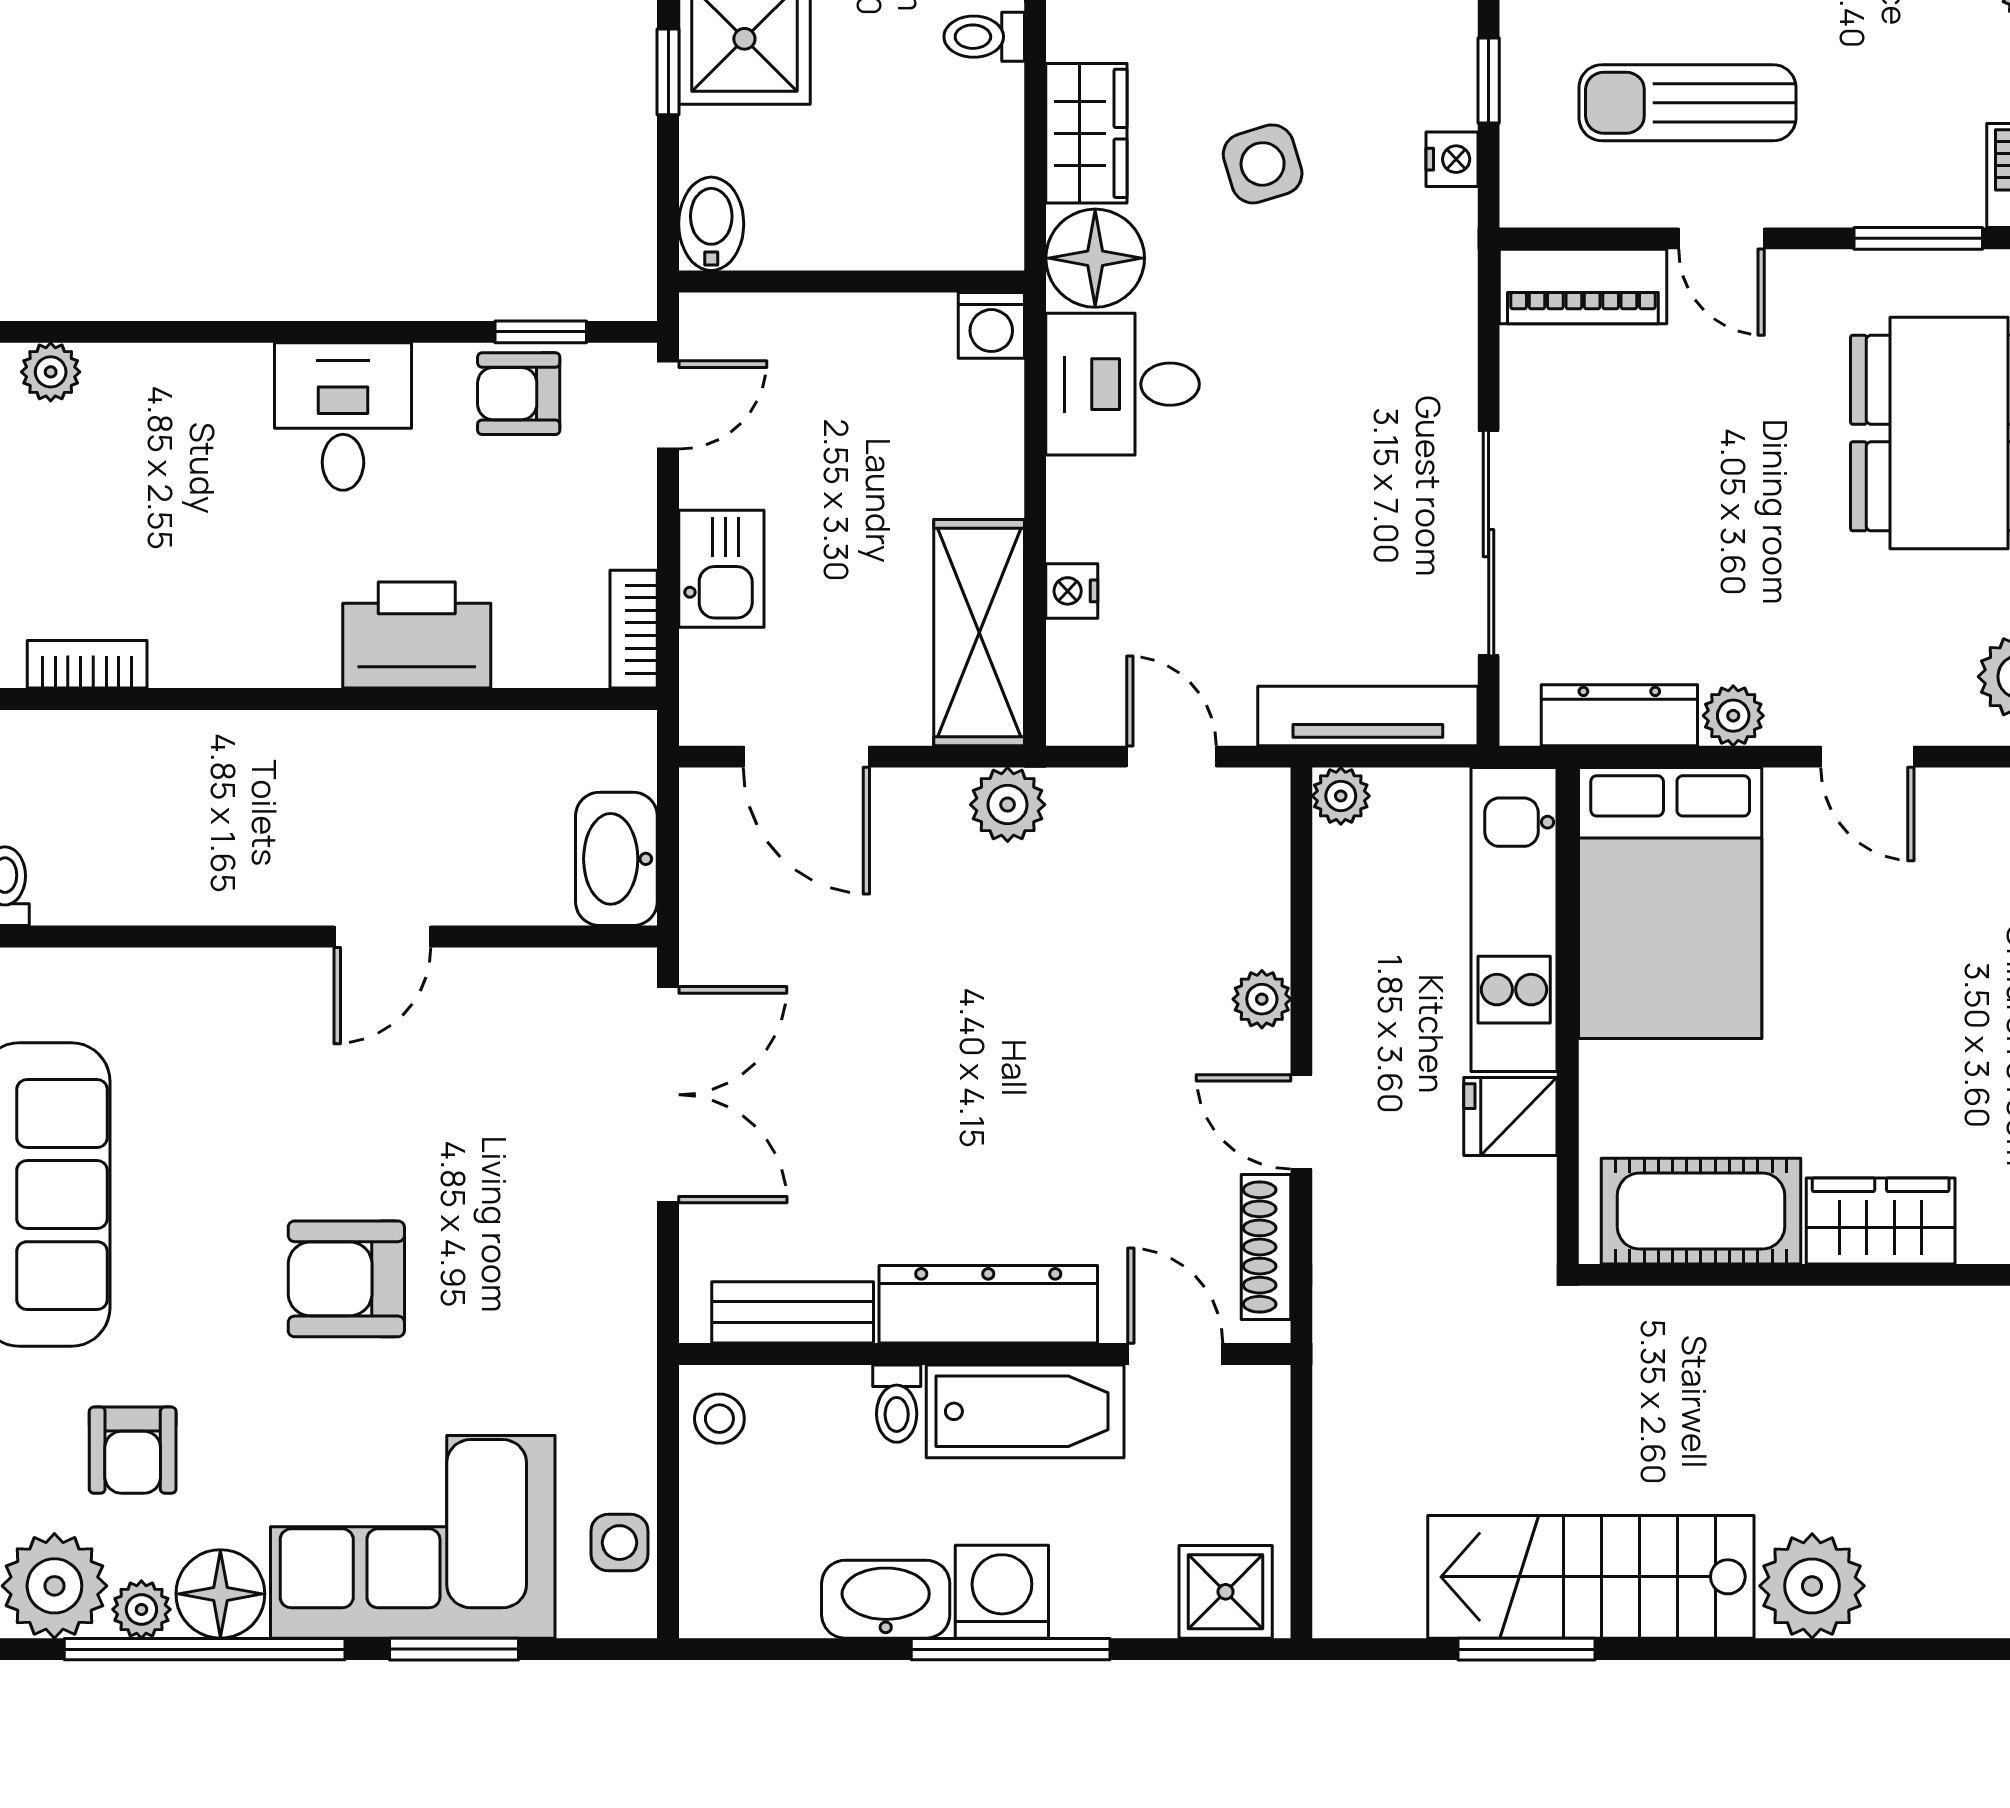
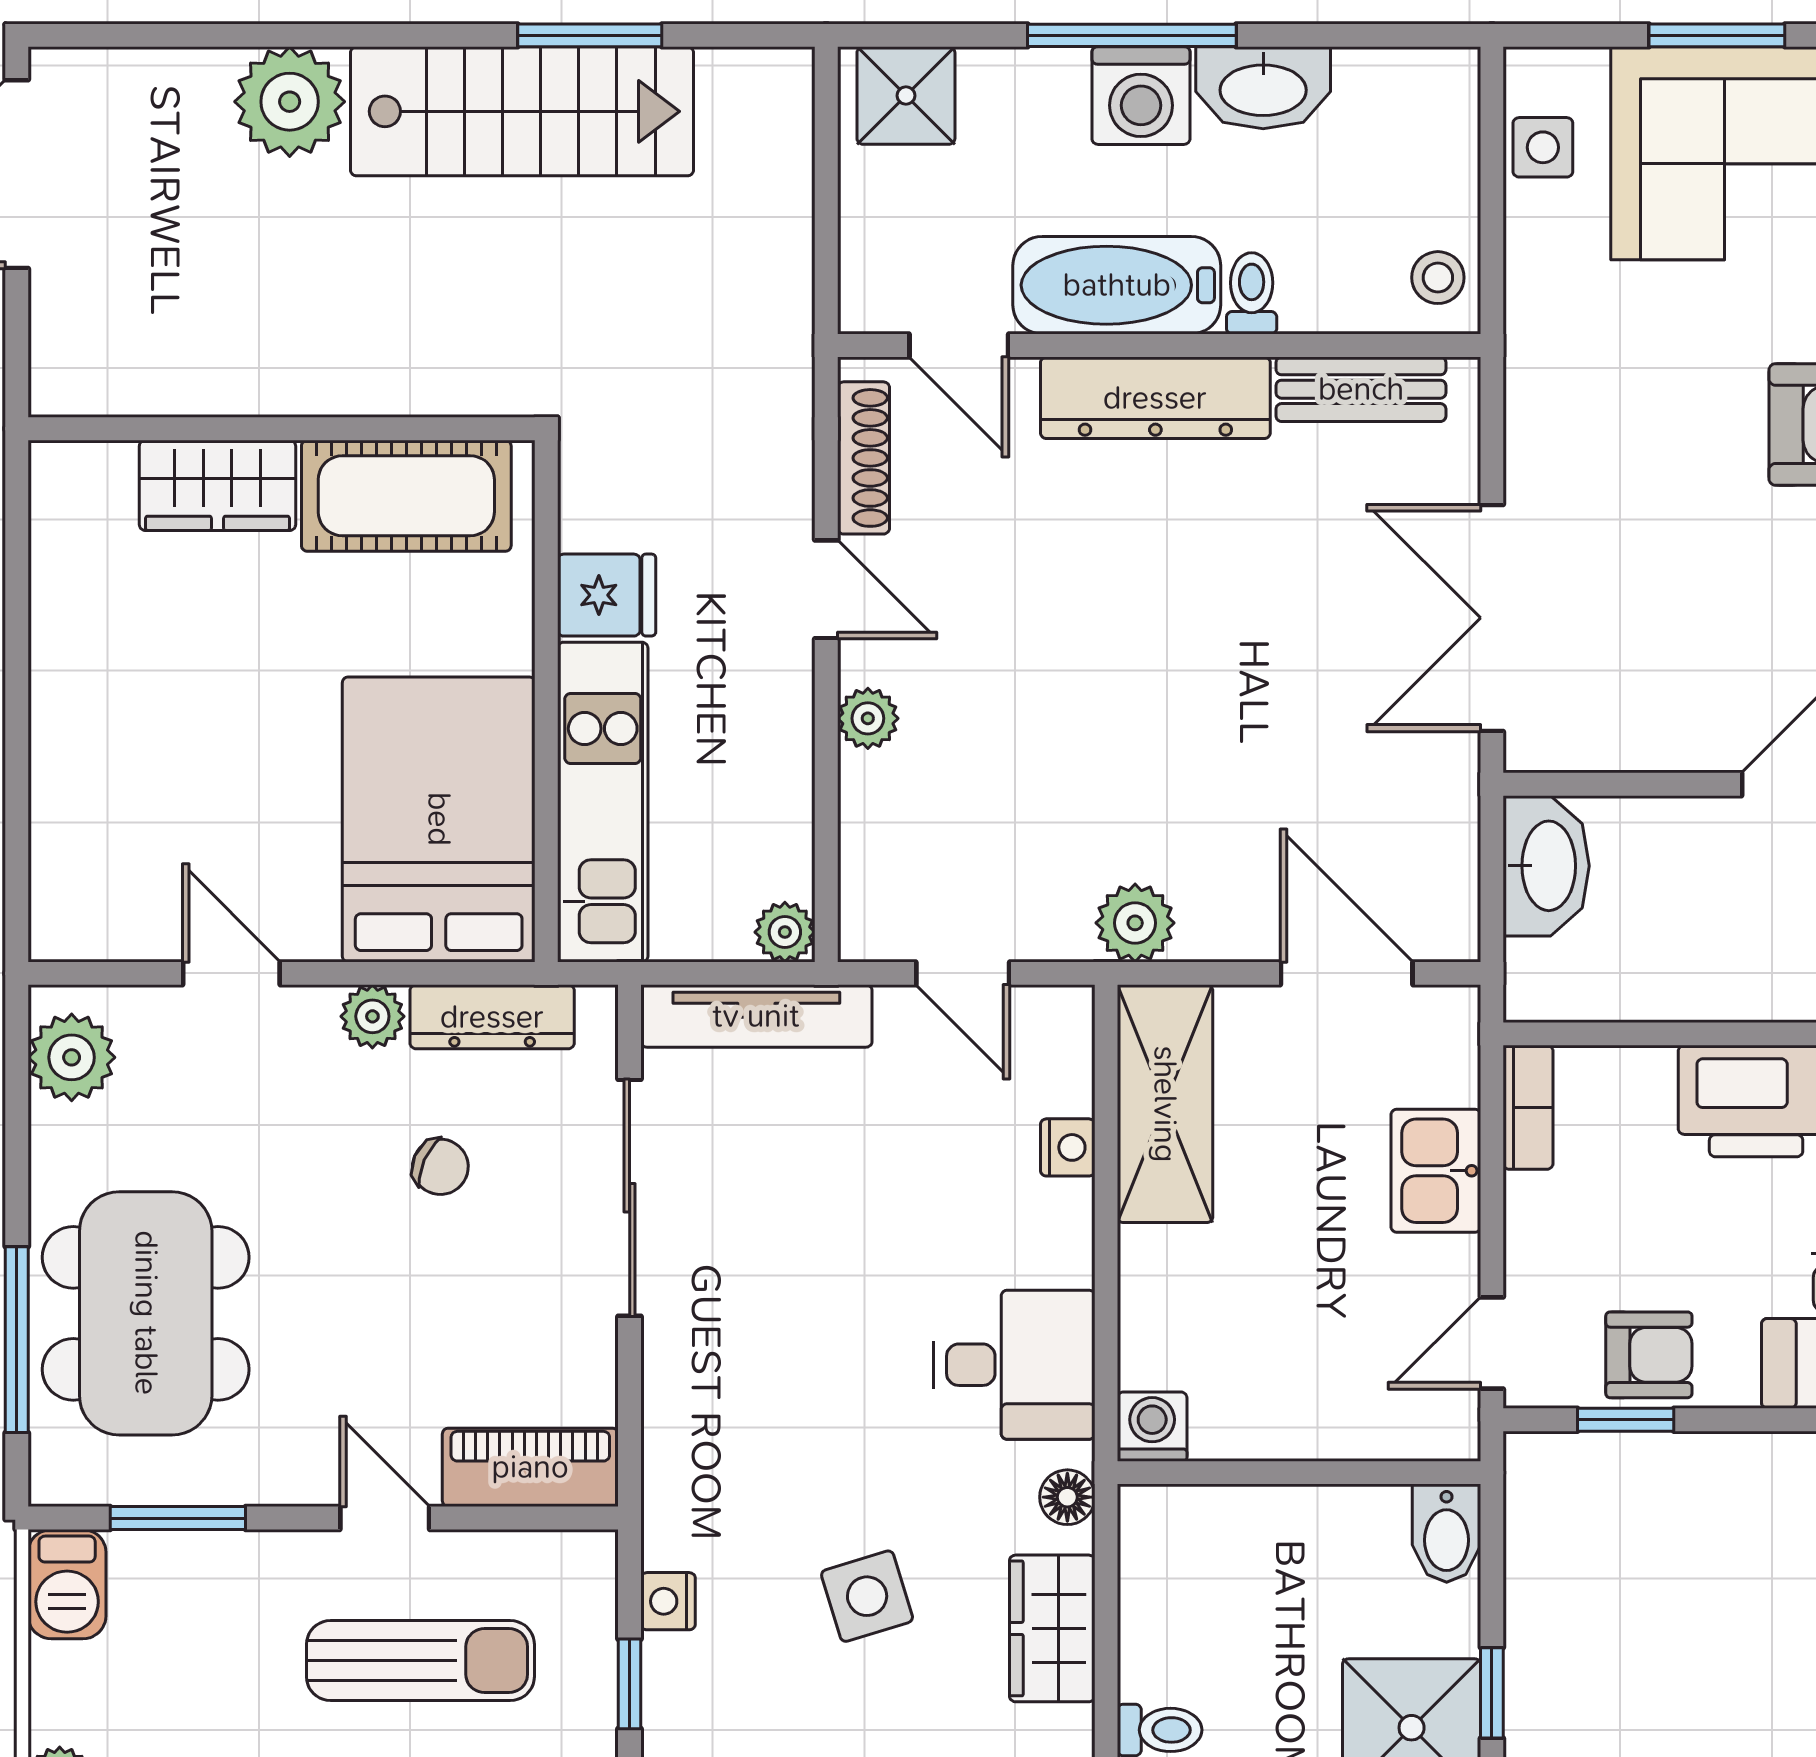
floor lamp: (1095, 258) -> (1067, 1497), width x0.53, depth x0.53
chair: (1669, 573) -> (440, 1167), added

